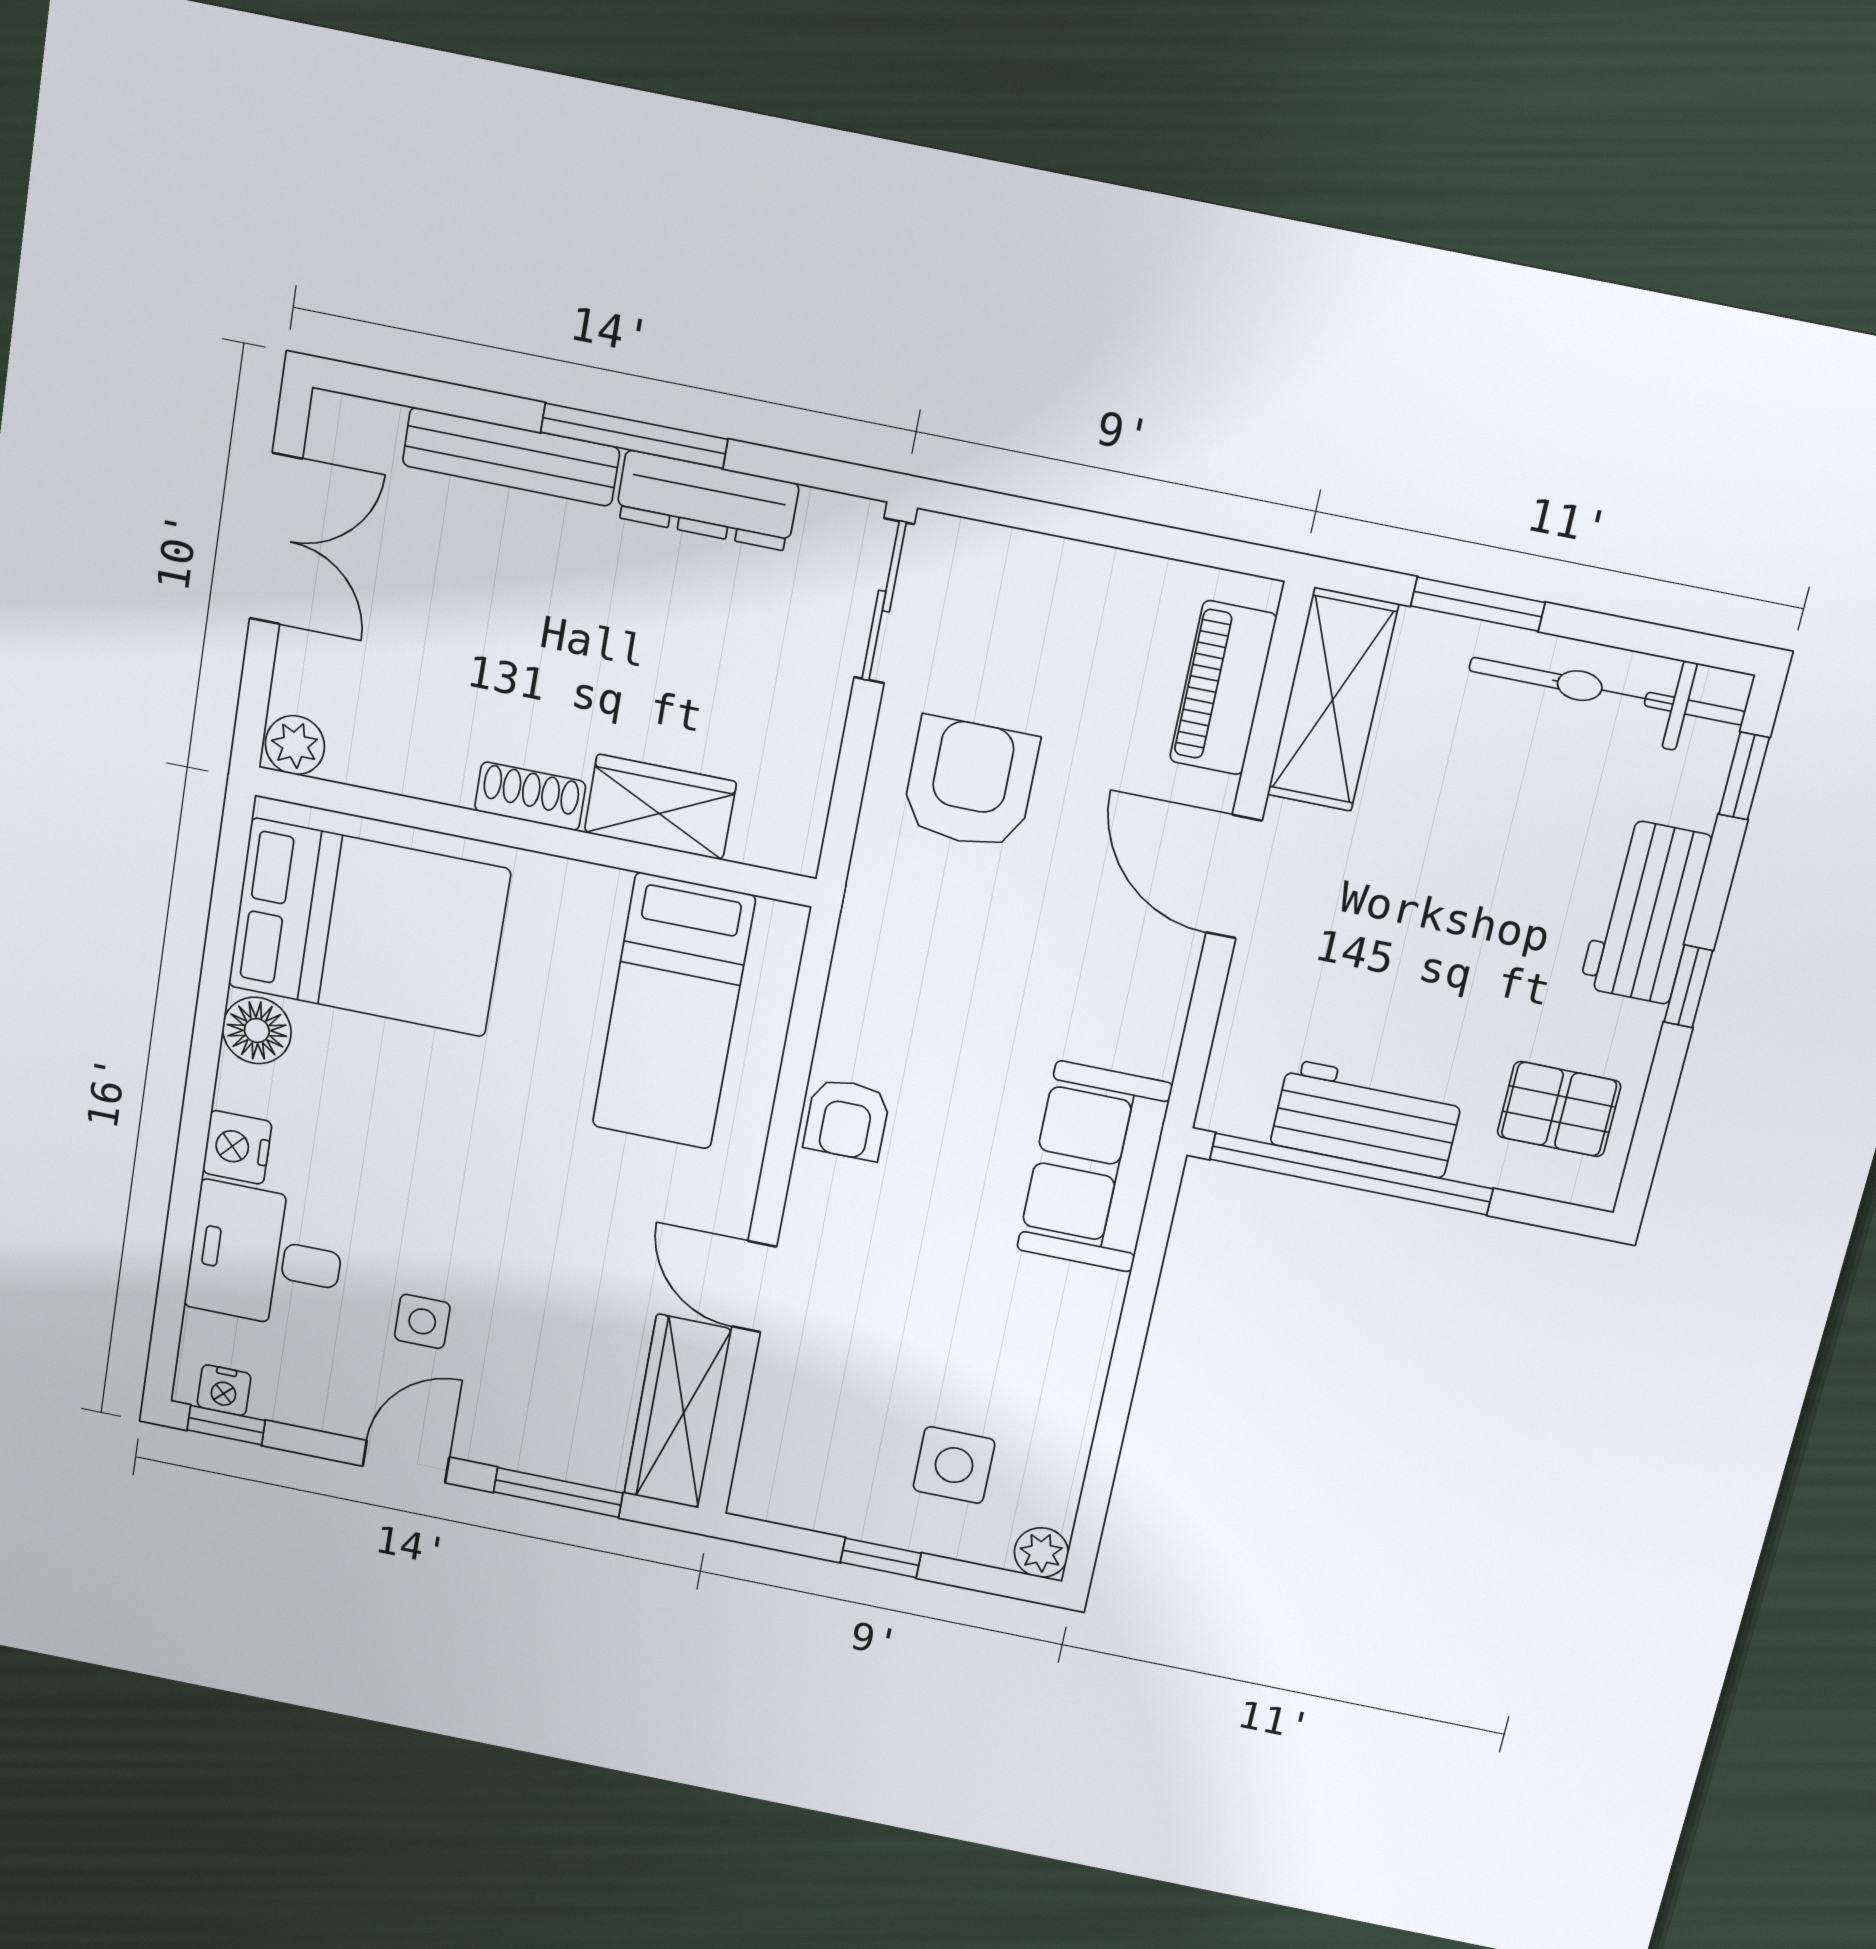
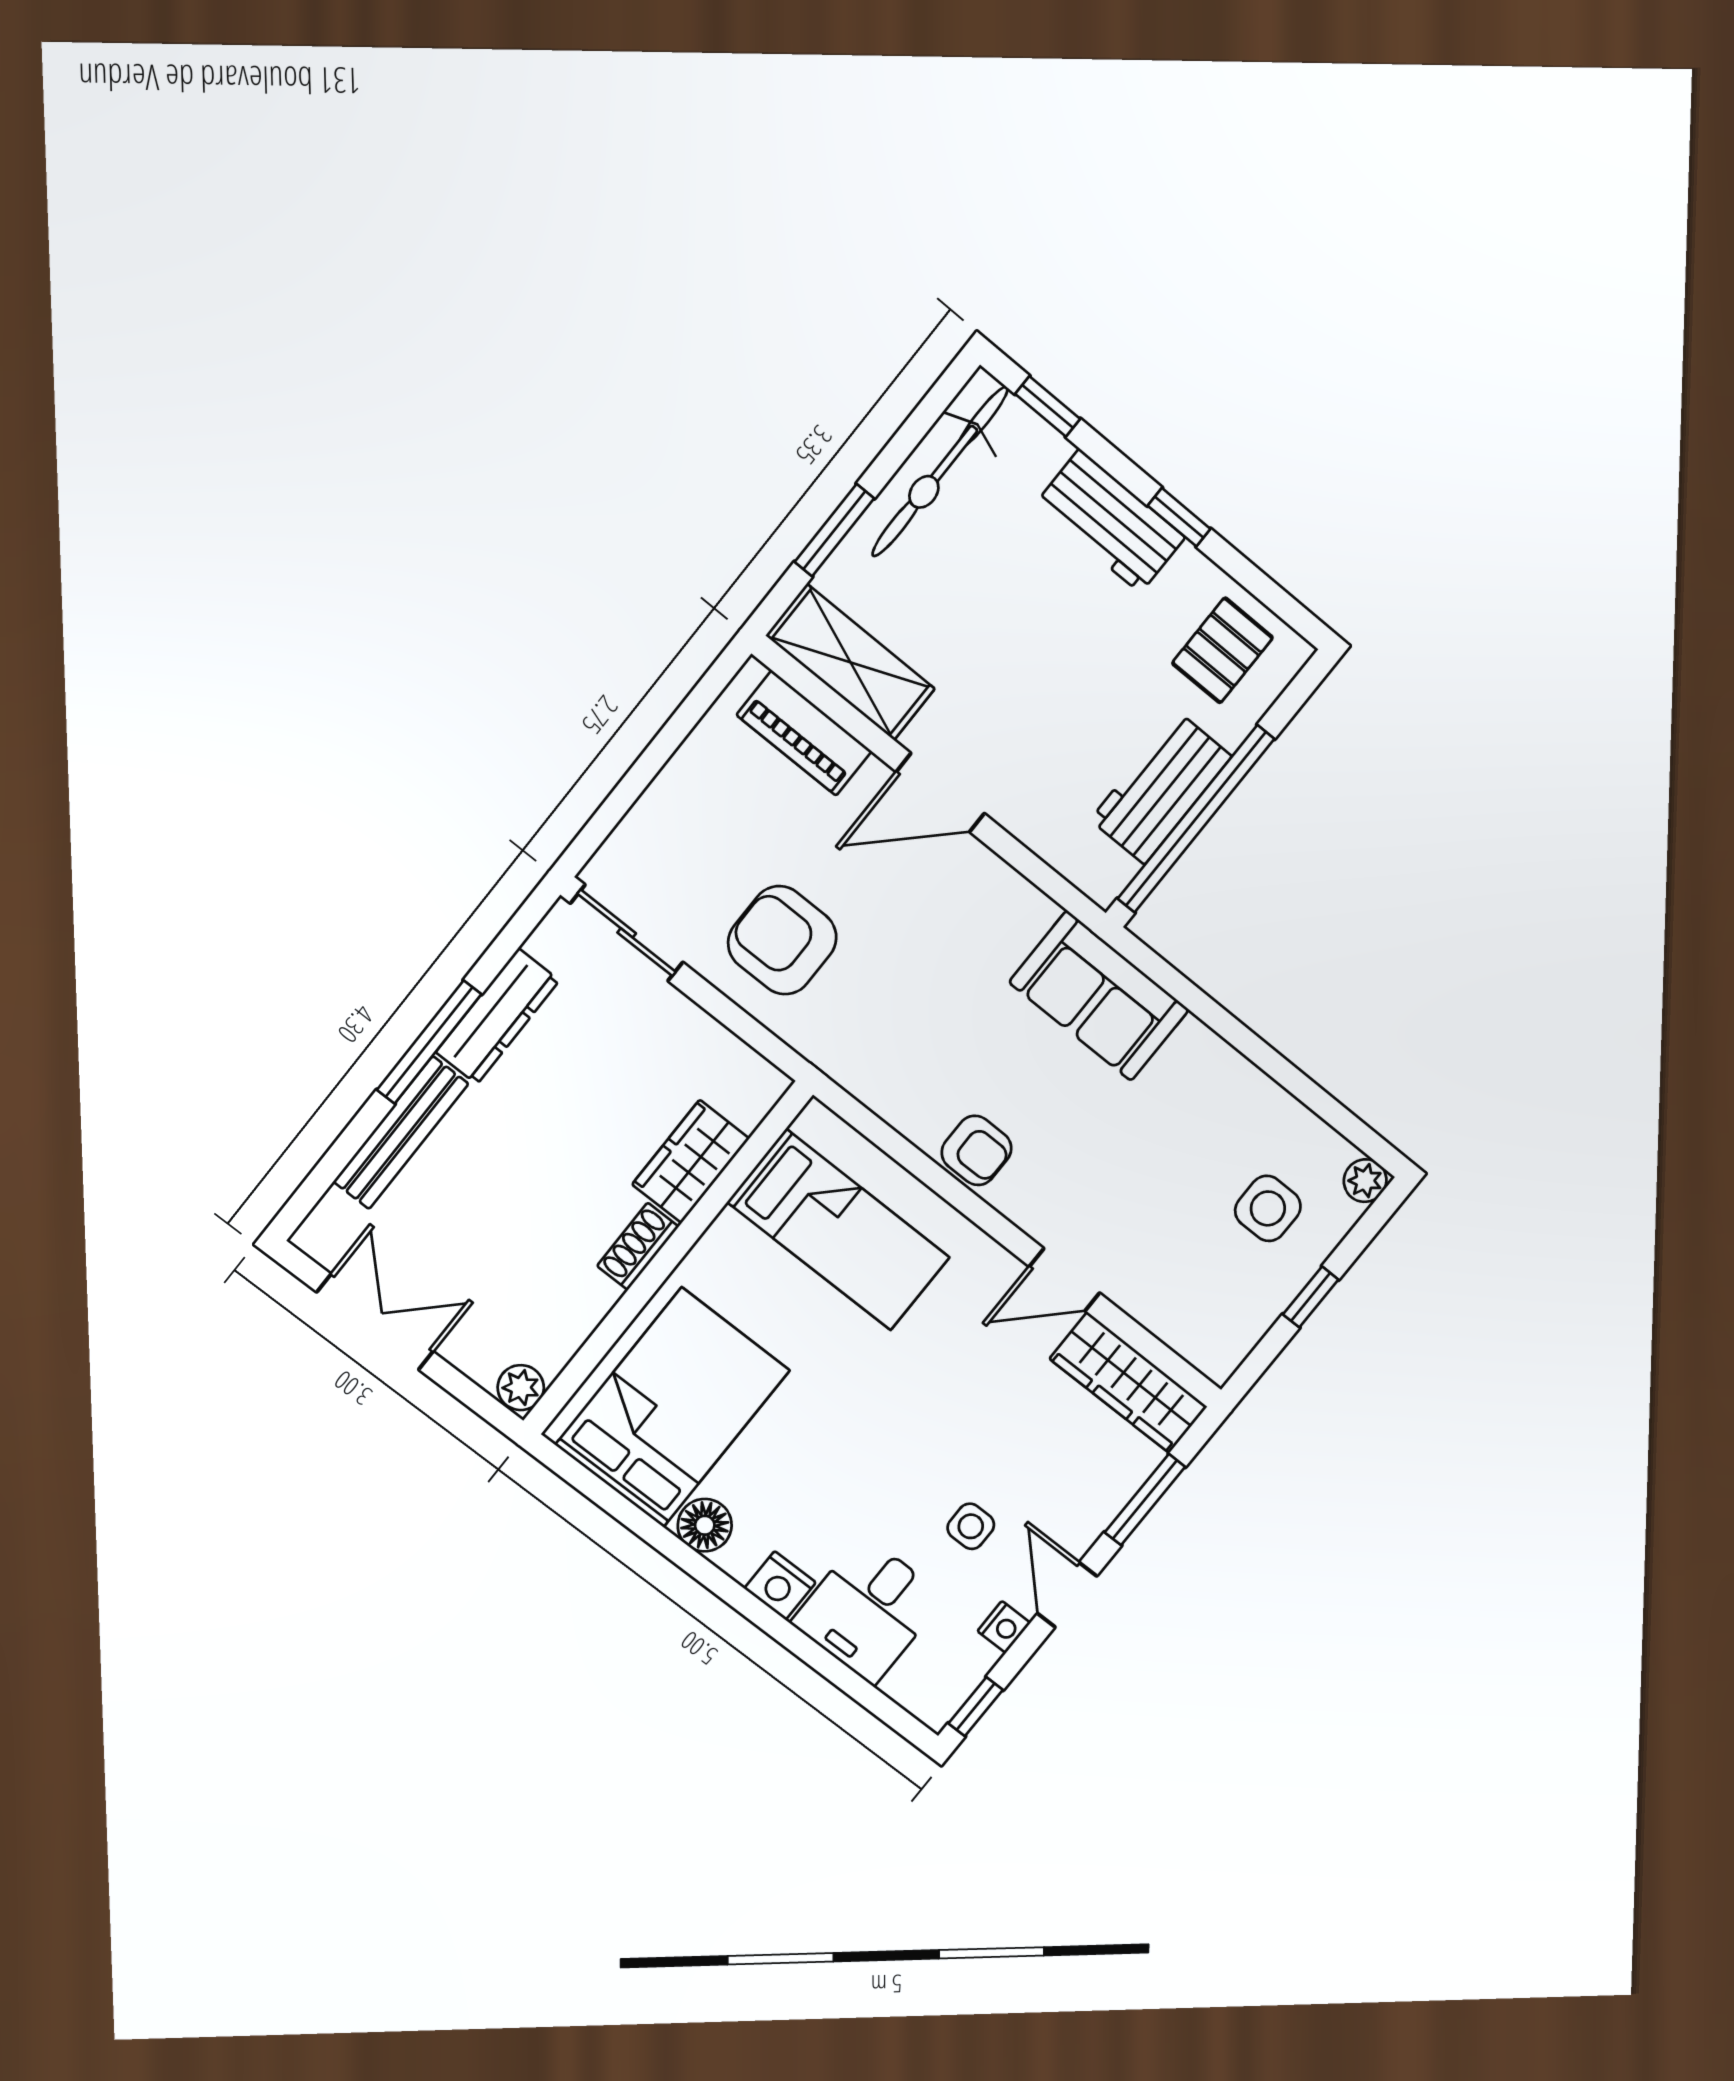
nightstand: (224, 1390) -> (1004, 1627), moved

